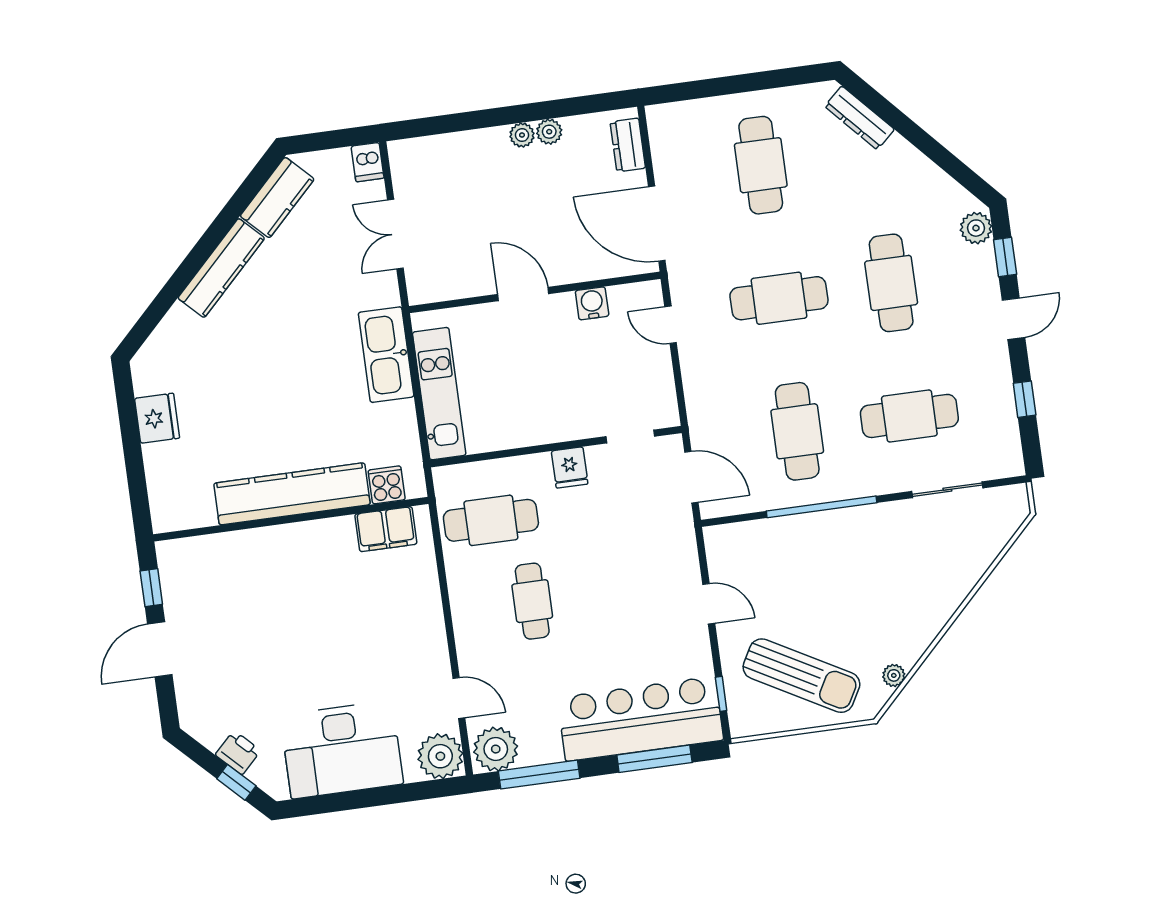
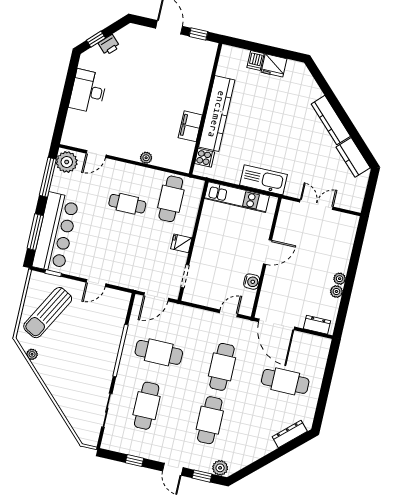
dishwasher: (368, 162) -> (256, 61), moved, turned -90
door: (657, 224) -> (277, 324), swing flipped
cafe table: (891, 283) -> (210, 420), turned 90
filing cabinet: (386, 529) -> (190, 126), moved
desk: (342, 750) -> (88, 91), width x0.73, depth x0.77
plant: (440, 756) -> (146, 158), moved, width x0.53, depth x0.53

